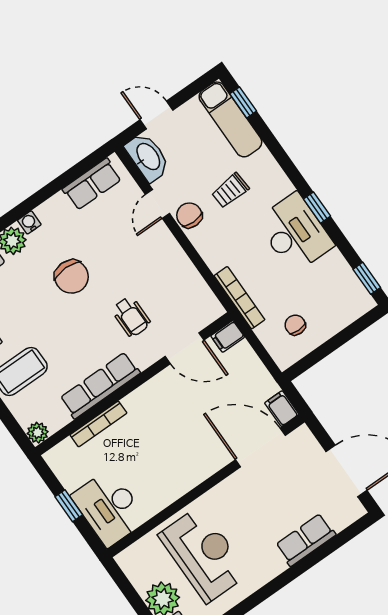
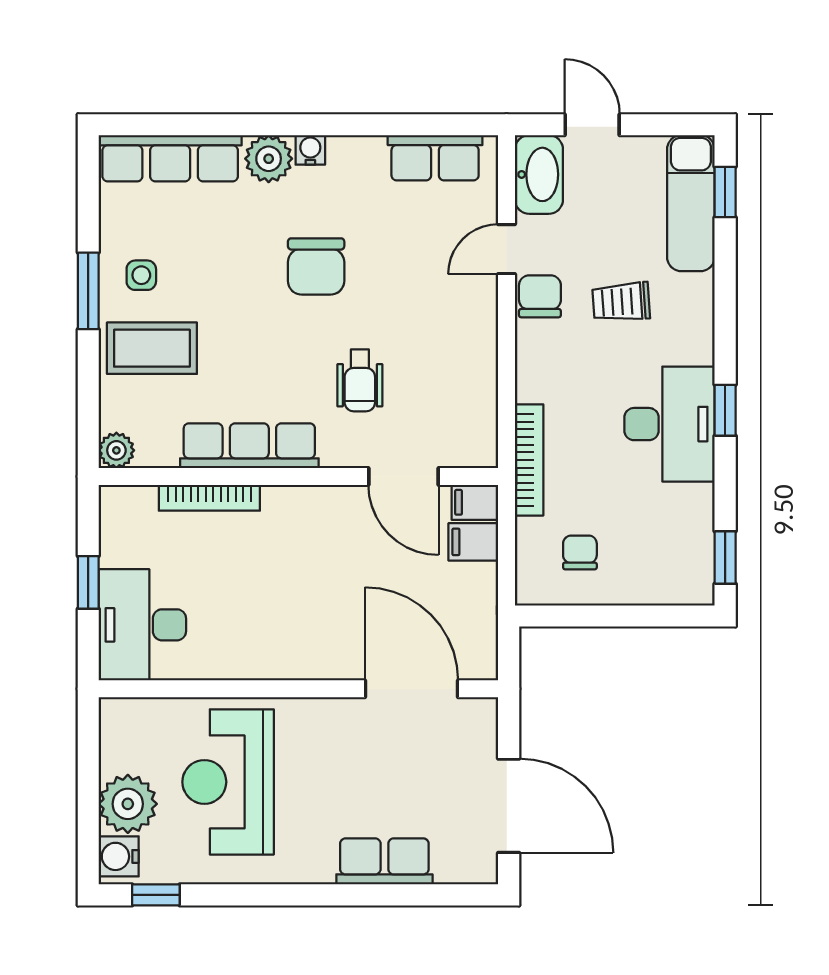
filing cabinet: (282, 409) -> (473, 542), moved, turned -90
reception desk: (203, 554) -> (228, 782), turned 180

